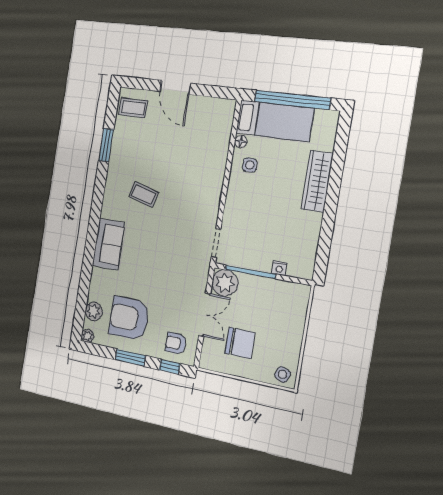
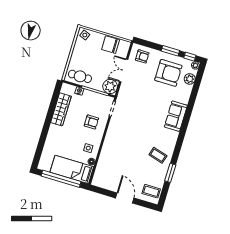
wardrobe: (317, 181) -> (61, 109), moved
coffee table: (144, 194) -> (158, 155), moved
armchair: (250, 214) -> (91, 122), added
cafe table: (282, 296) -> (80, 76), added
chair: (240, 343) -> (111, 45), moved
window: (170, 367) -> (190, 57), moved

